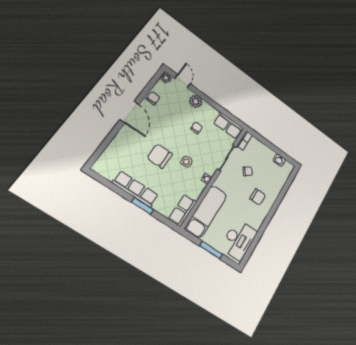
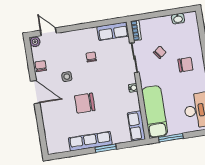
plant: (196, 101) -> (72, 37), removed
side table: (186, 162) -> (67, 77), moved
window: (211, 250) -> (171, 138), moved

